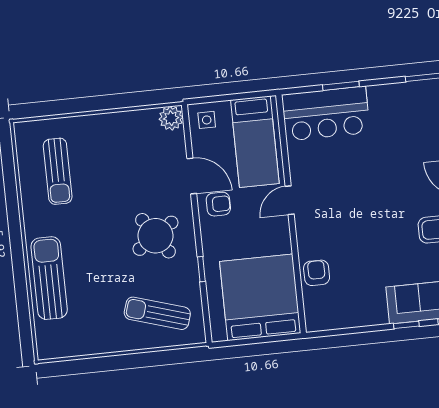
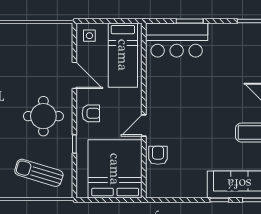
plant: (171, 118) -> (64, 32), removed
door: (290, 200) -> (144, 126), moved
armchair: (218, 204) -> (91, 113), moved
round table: (155, 236) -> (43, 116), turned 34

